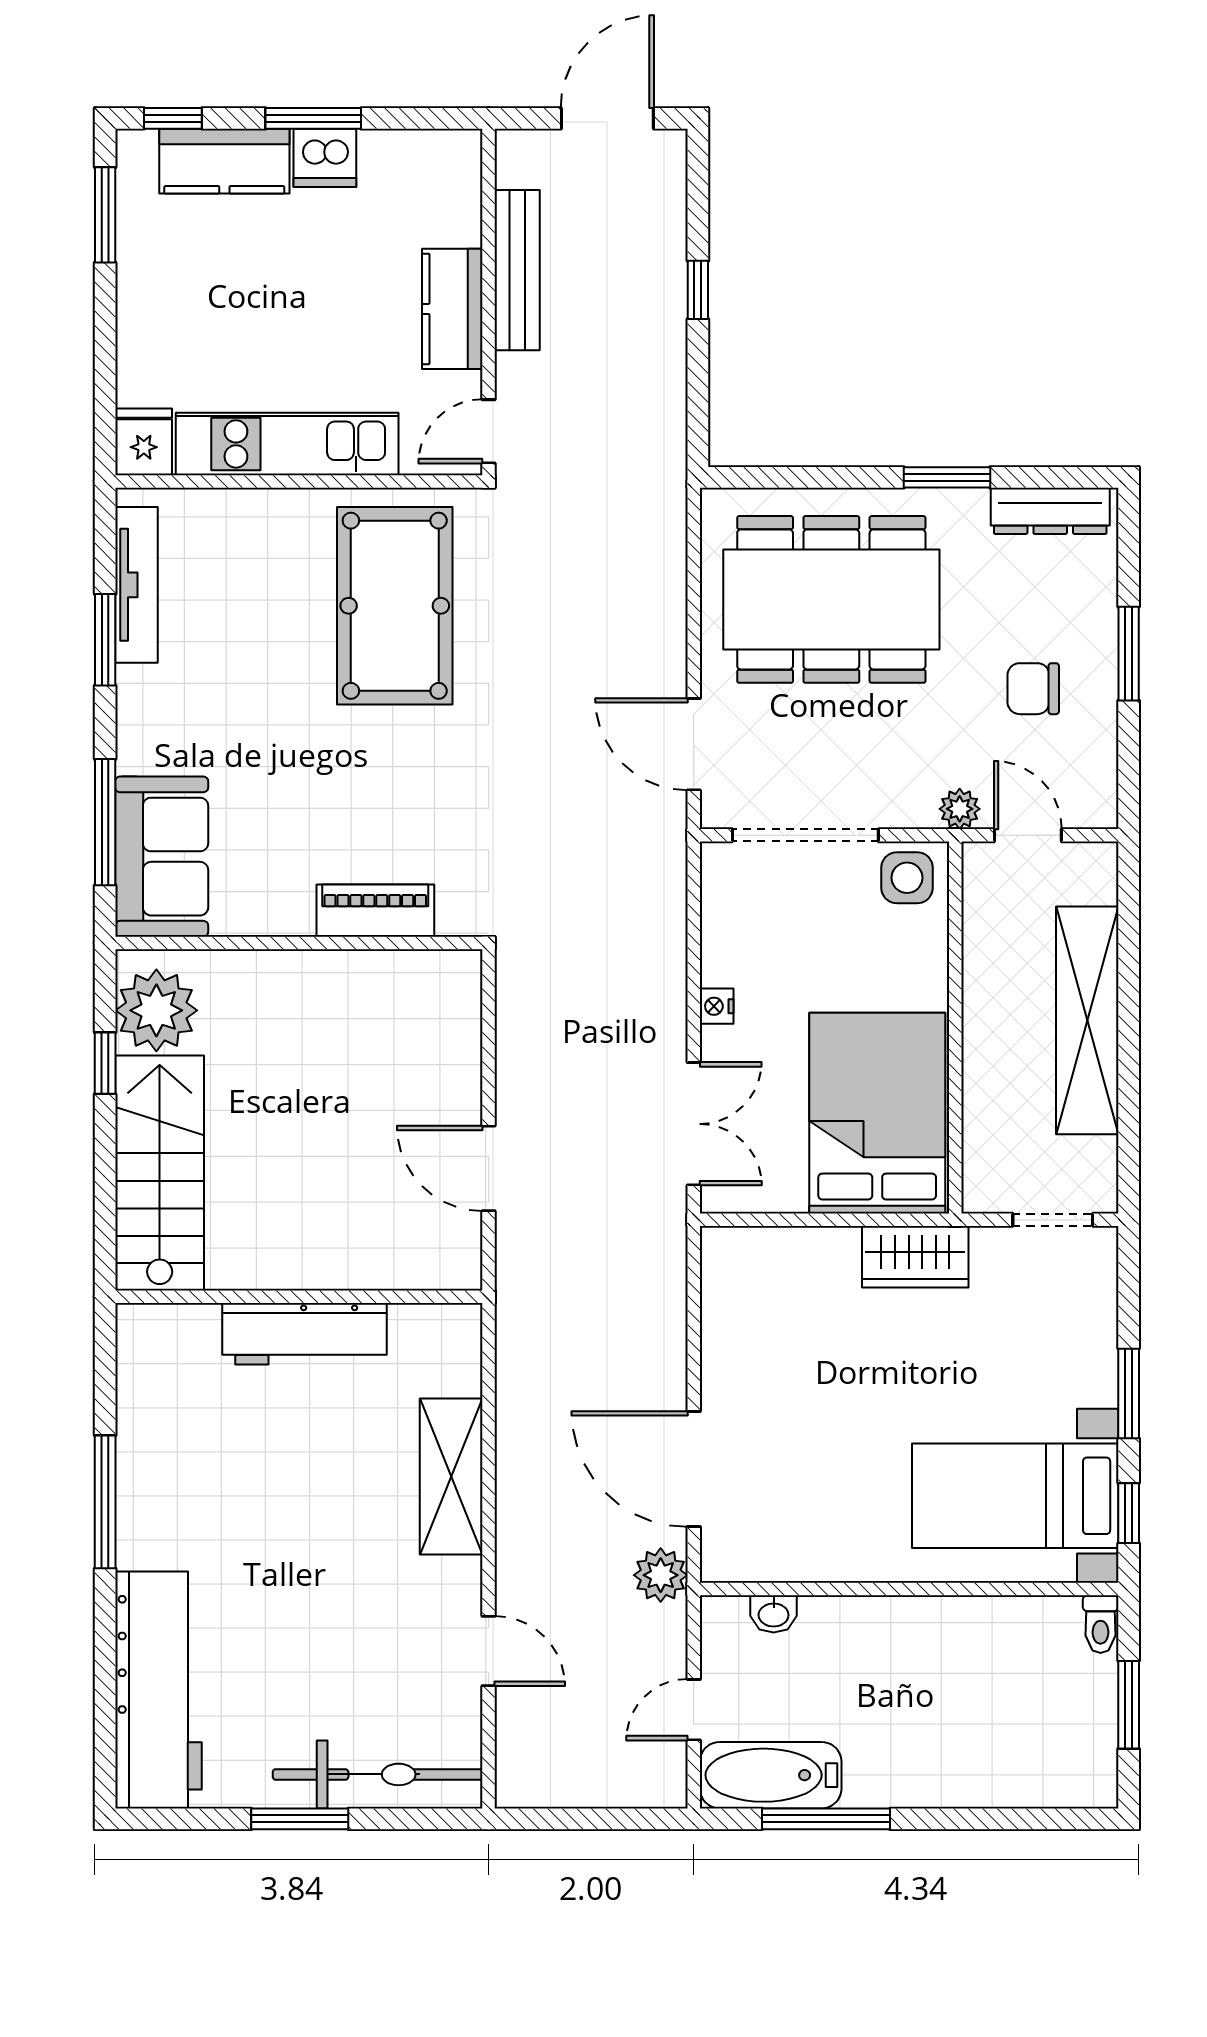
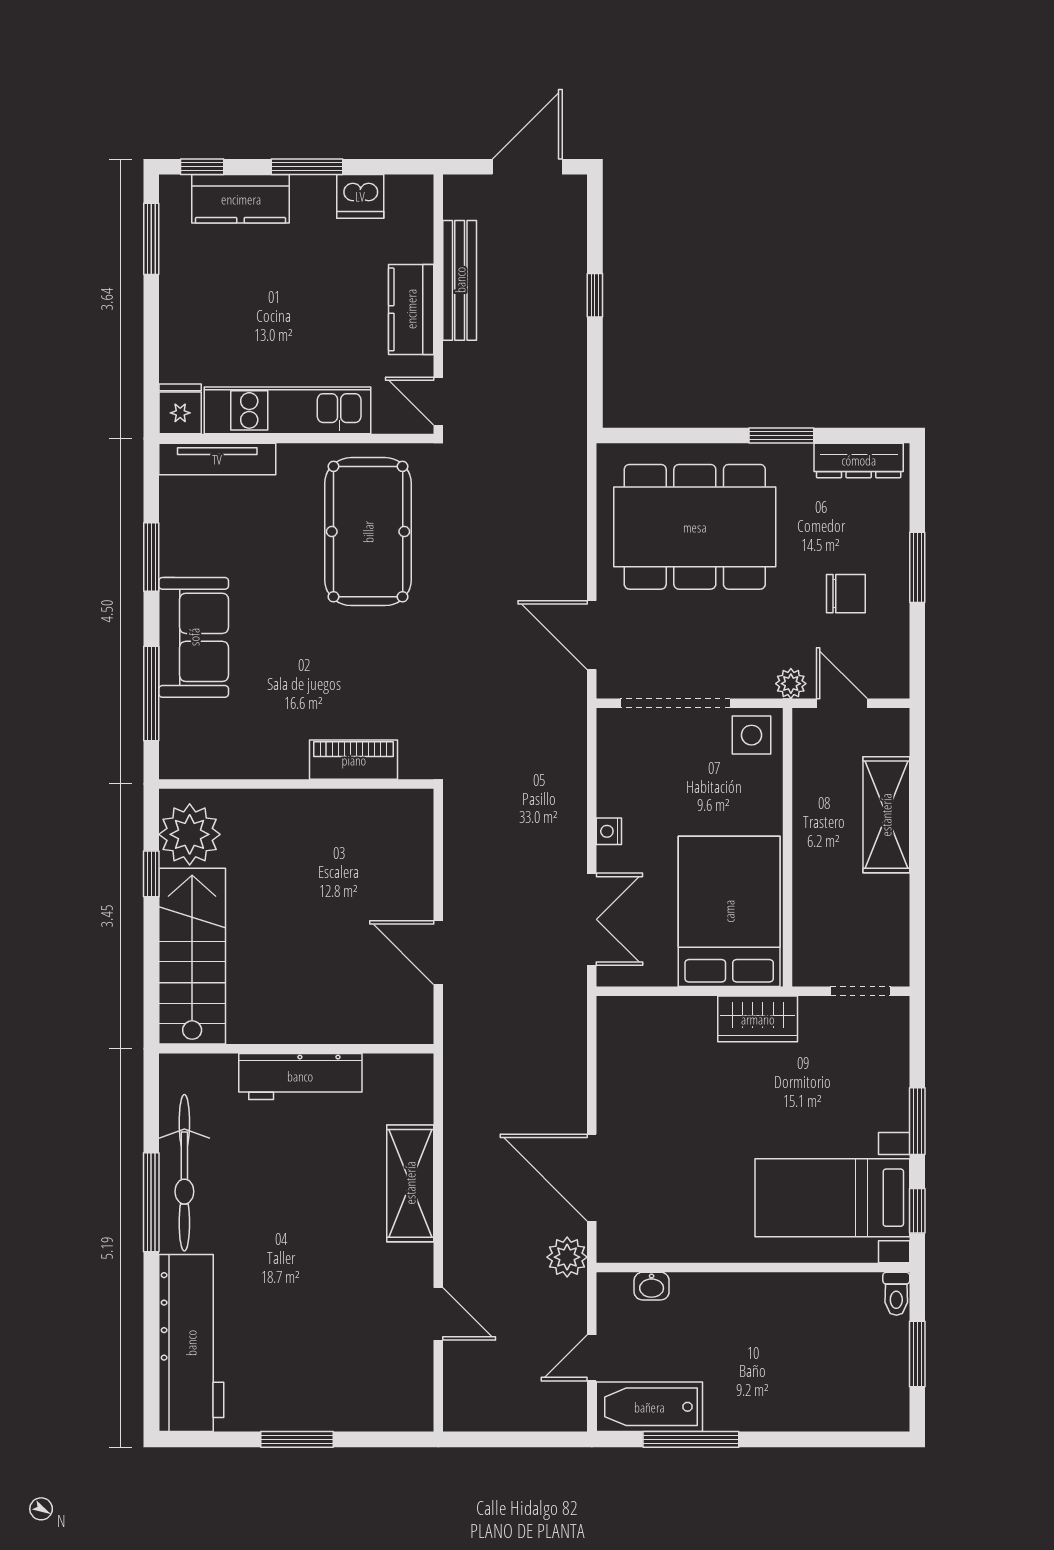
dishwasher: (325, 158) -> (360, 196), moved
door: (489, 431) -> (438, 401), hinge flipped
tv unit: (136, 585) -> (217, 459), moved, turned 90
chair: (1033, 689) -> (846, 594), turned 180
sofa: (162, 857) -> (194, 637), moved
shelving: (1087, 1020) -> (886, 815), width x0.68
bicycle: (378, 1774) -> (184, 1173), moved, turned 90

